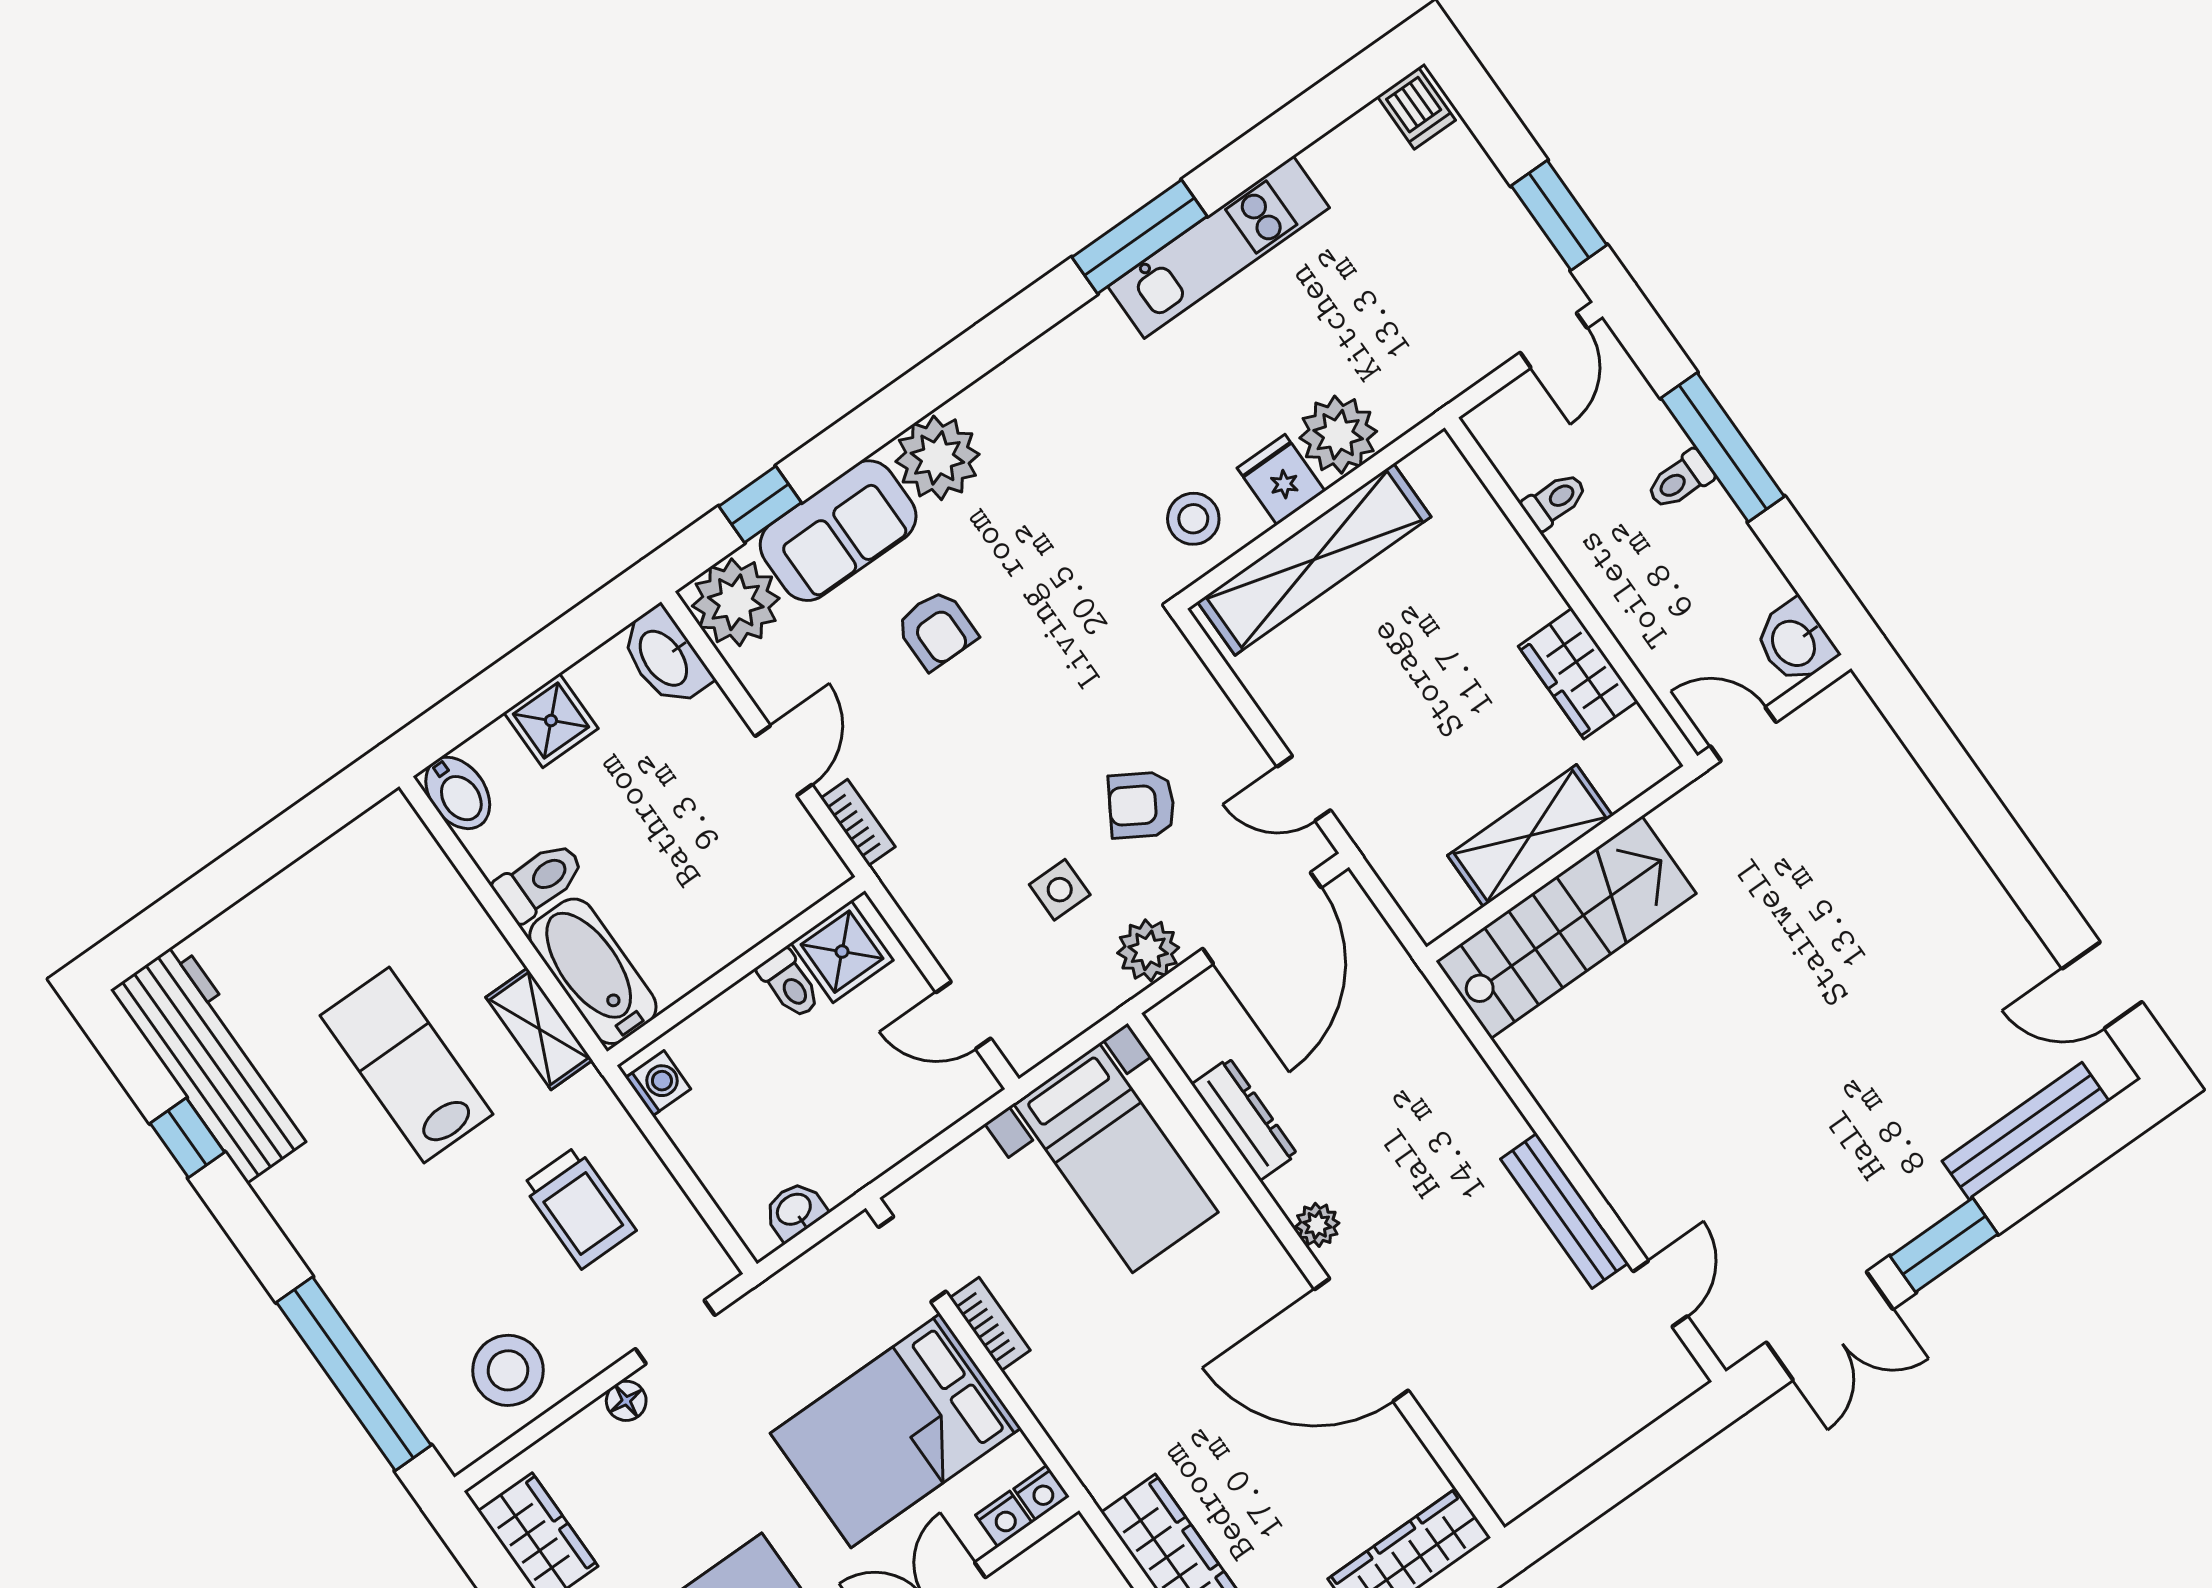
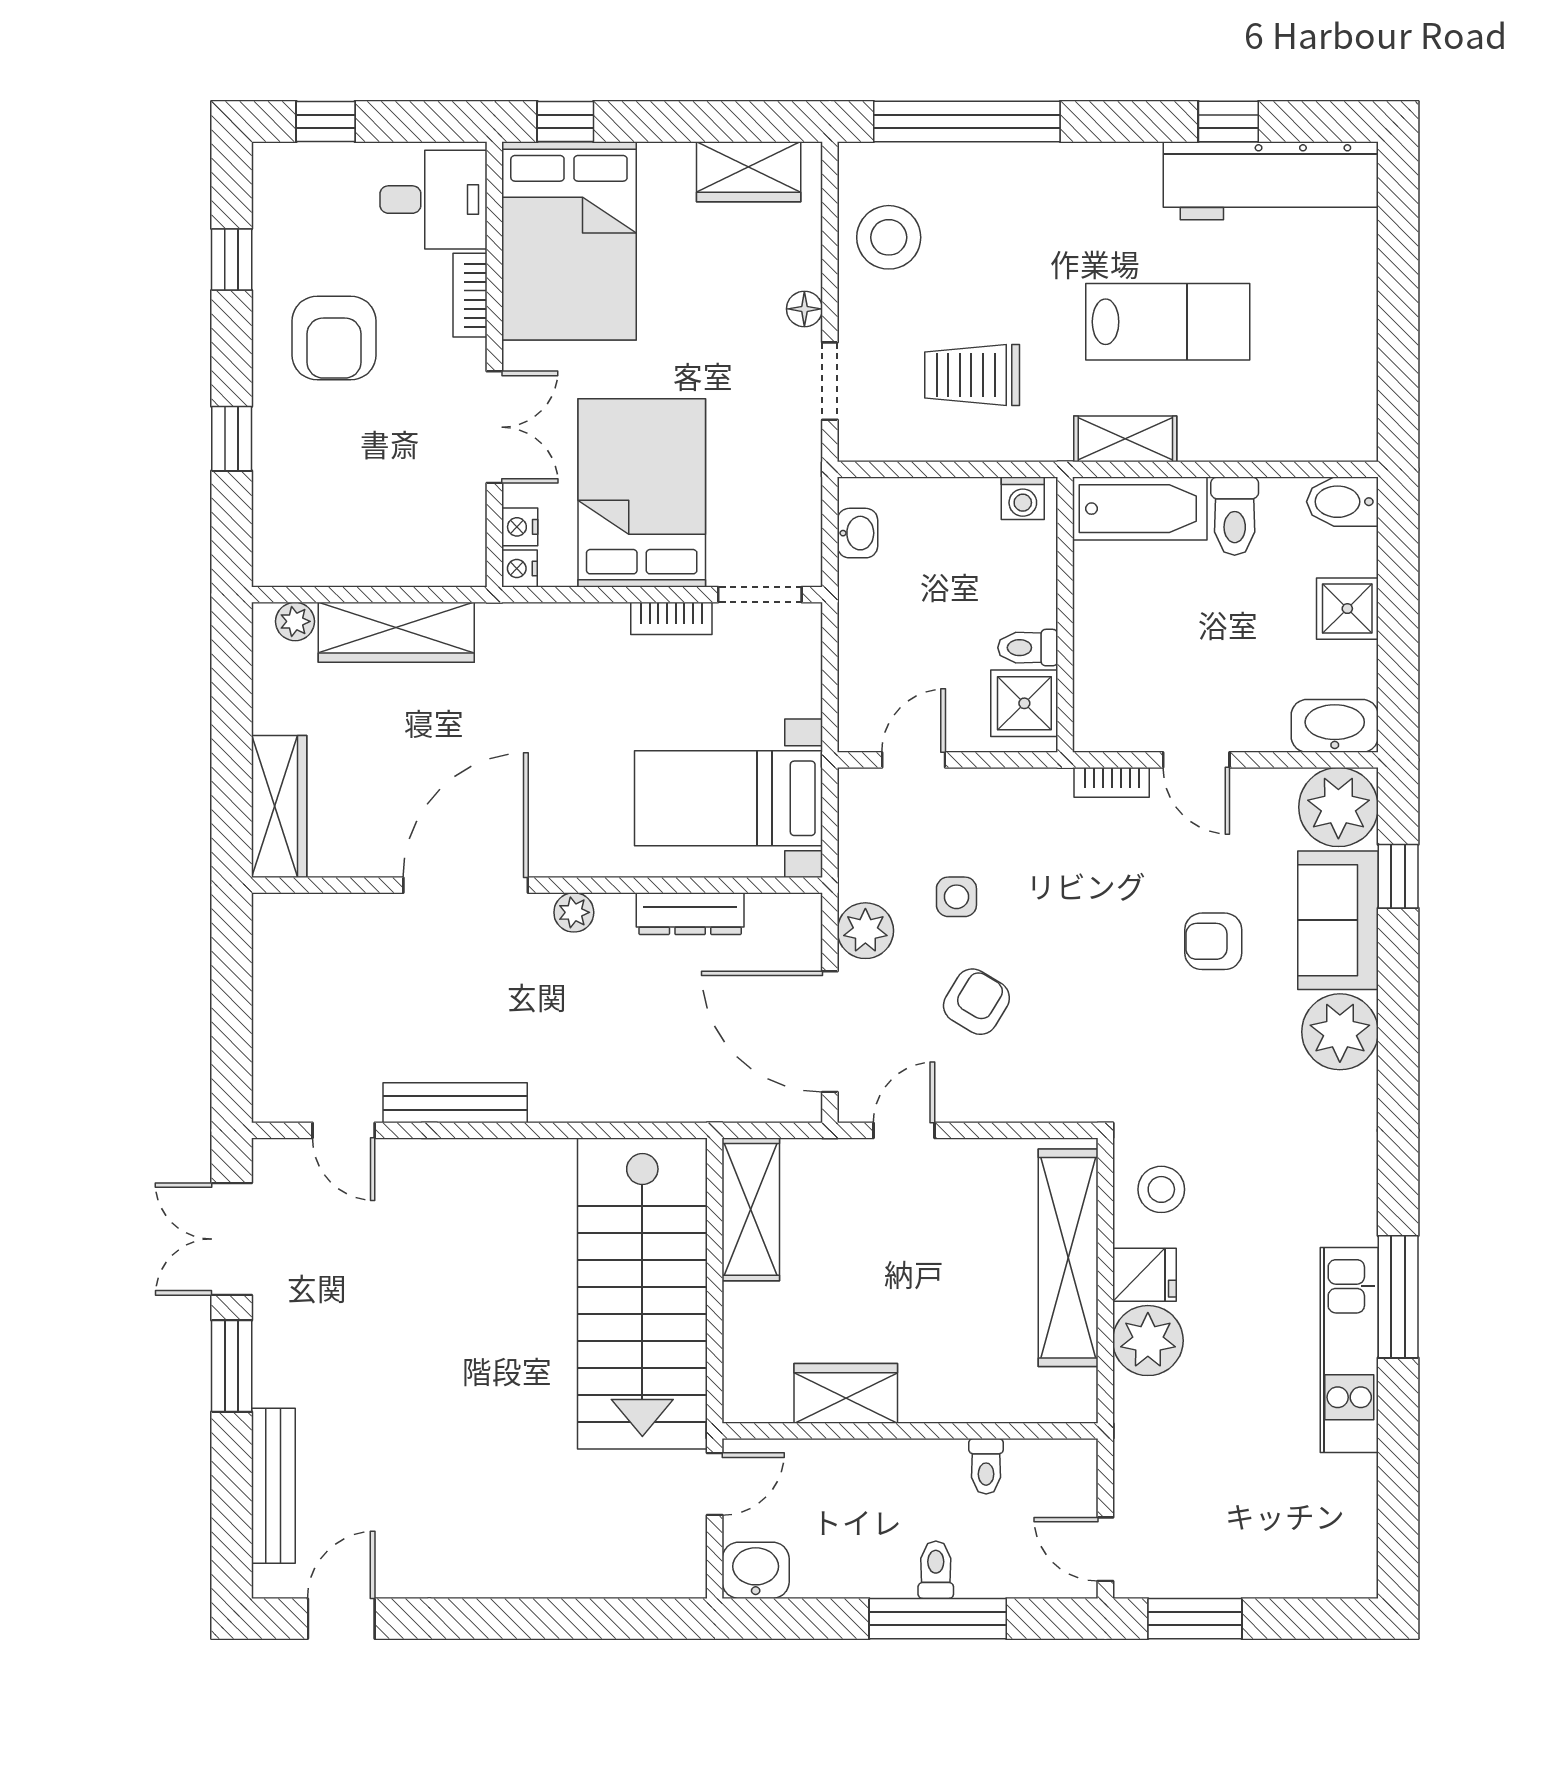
dishwasher: (1416, 108) -> (1349, 1569), removed
shelving: (1530, 836) -> (751, 1209), moved
stairs: (1566, 927) -> (642, 1294), width x1.36, depth x1.51

